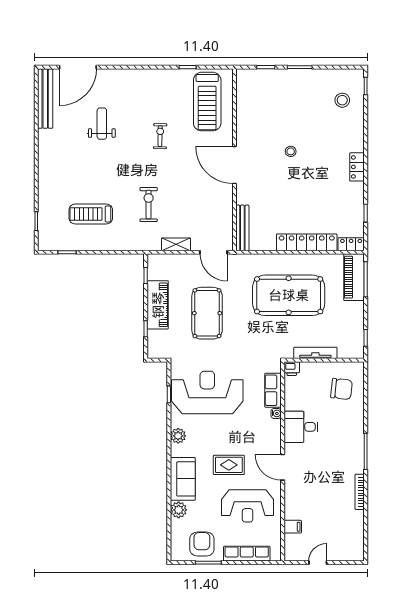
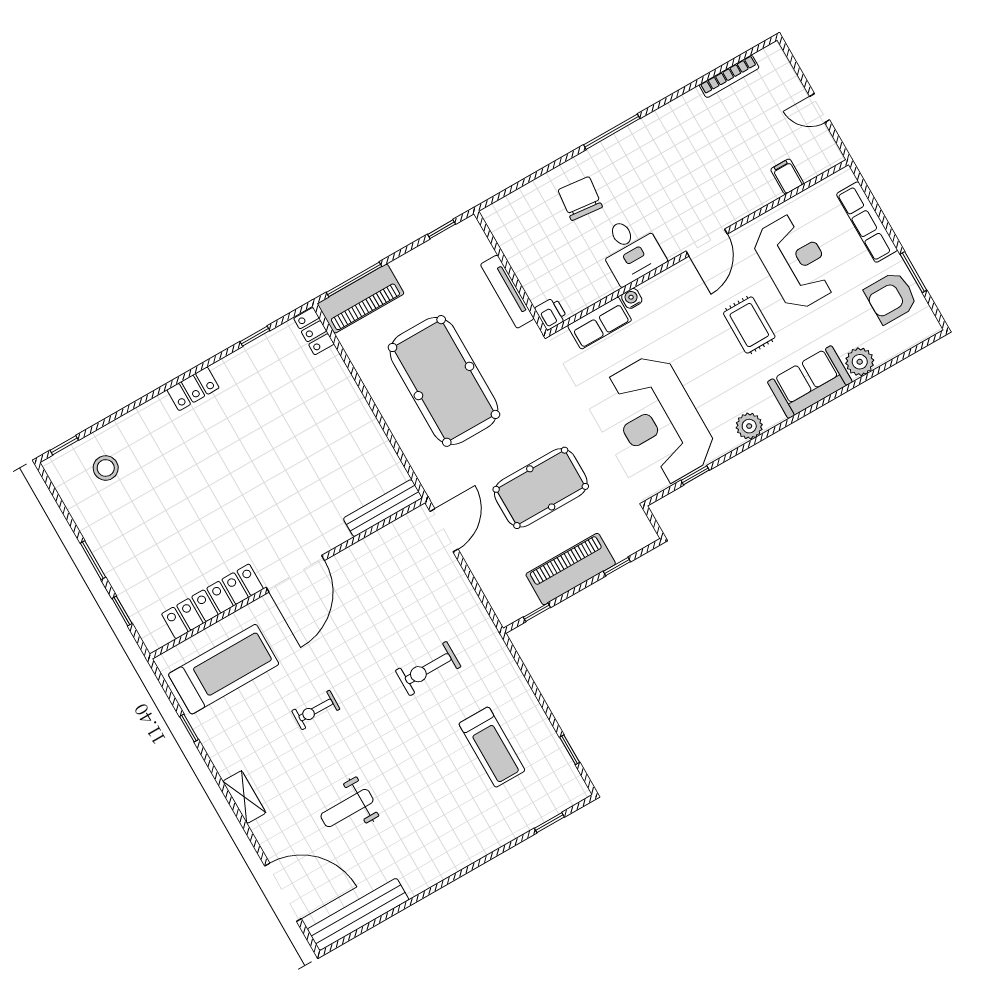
stool: (291, 151) -> (227, 501), removed
locker: (307, 242) -> (212, 601), moved, turned 90
shelving: (176, 244) -> (244, 797), moved
chair: (341, 389) -> (580, 199), moved
bookcase: (360, 492) -> (729, 76), moved

